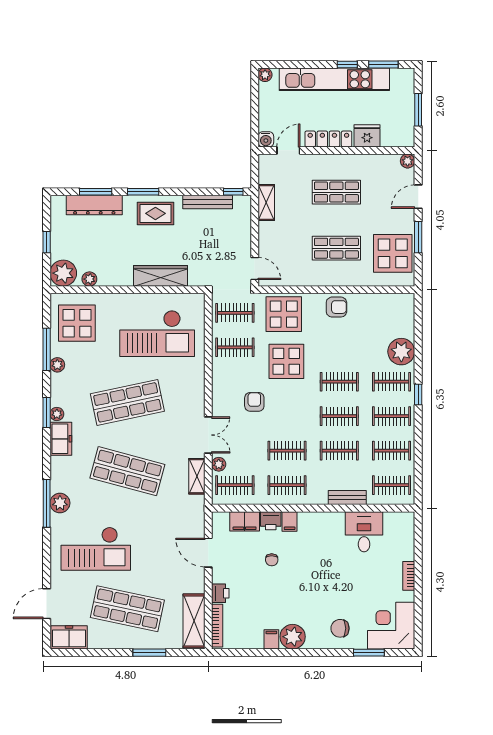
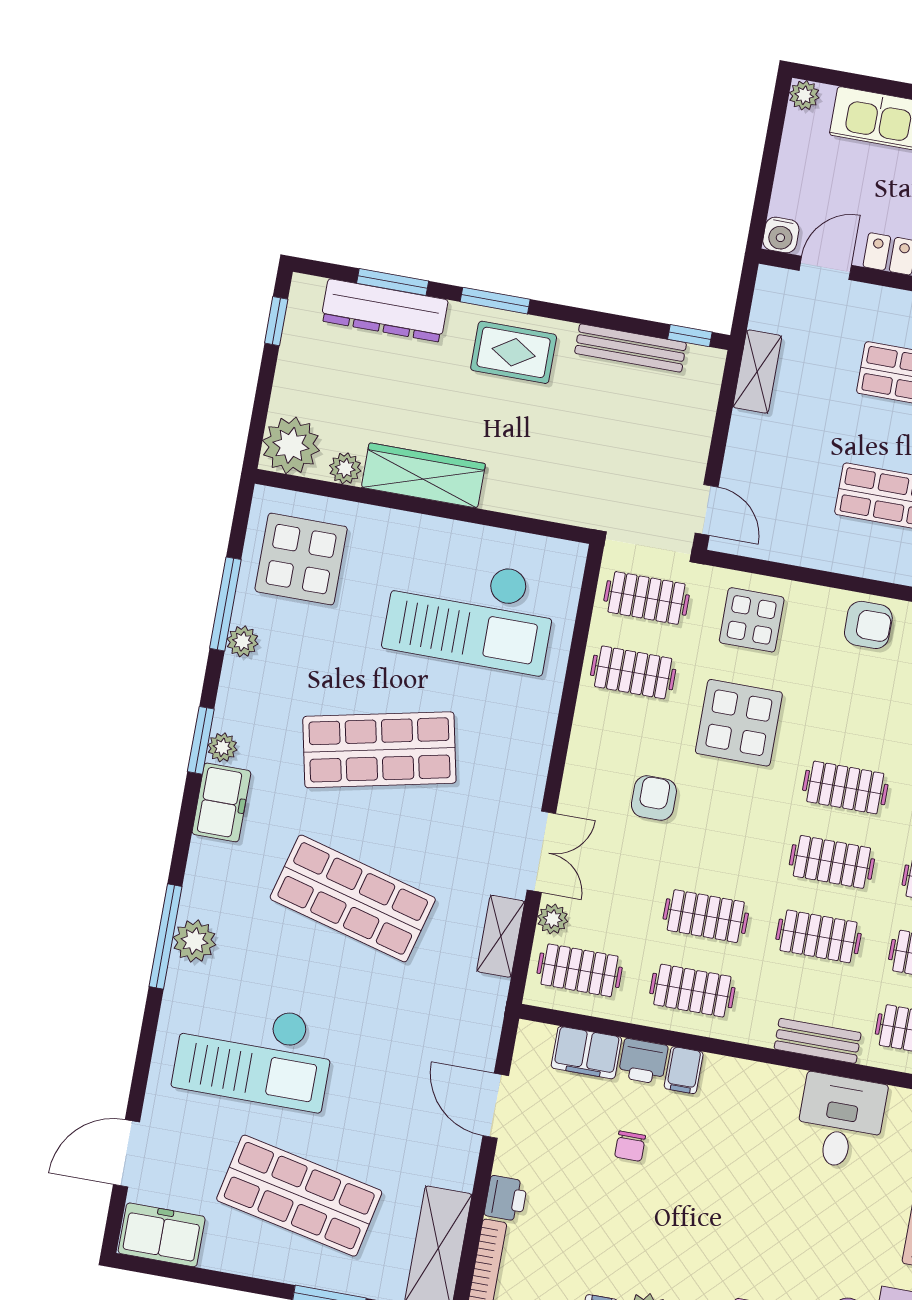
window: (47, 242) -> (276, 321), moved
wardrobe: (160, 276) -> (423, 475), moved
display table: (284, 314) -> (752, 620), width x0.73, depth x0.73

